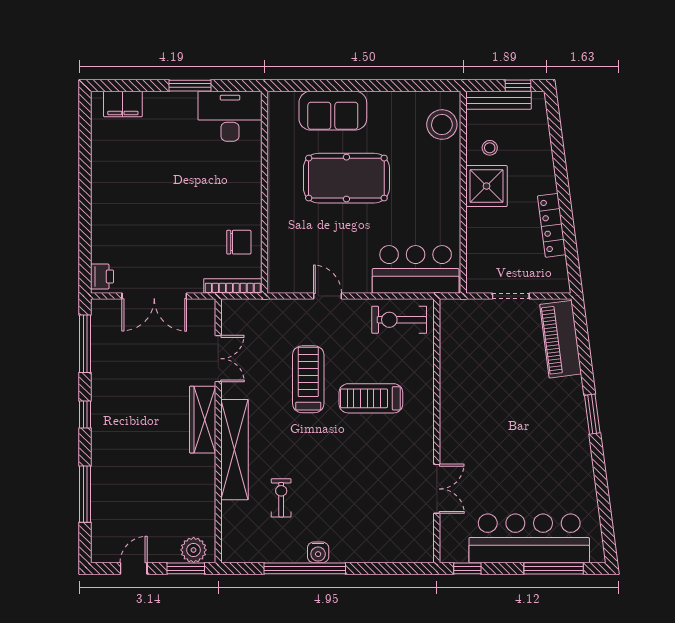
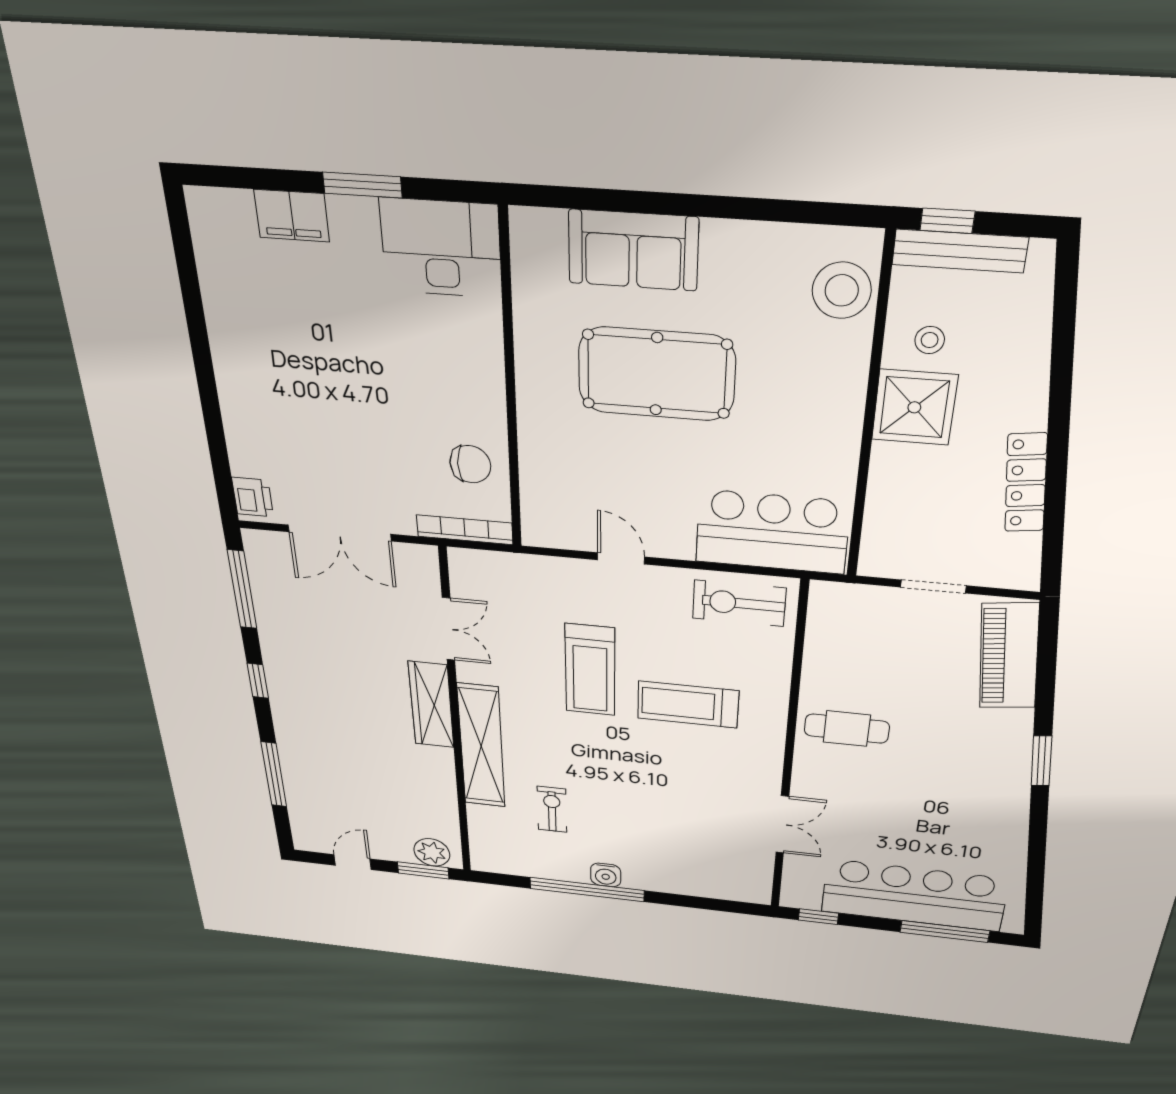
window: (518, 86) -> (947, 221), moved
filing cabinet: (123, 104) -> (292, 216), moved
treadmill: (308, 379) -> (590, 670), turned 180
cafe table: (471, 405) -> (847, 729), added

